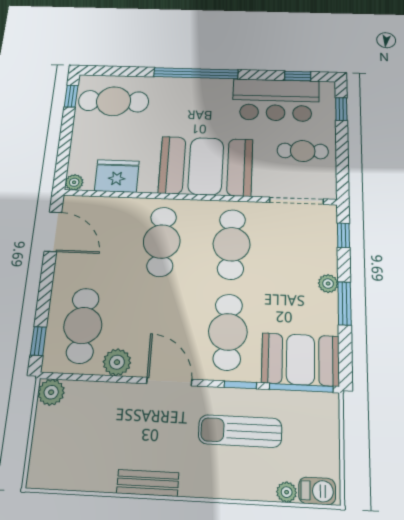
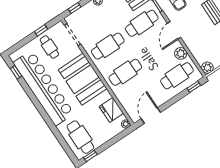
window: (196, 73) -> (44, 114), removed
bar counter: (276, 100) -> (44, 88), width x1.86
window: (341, 109) -> (41, 30), moved

